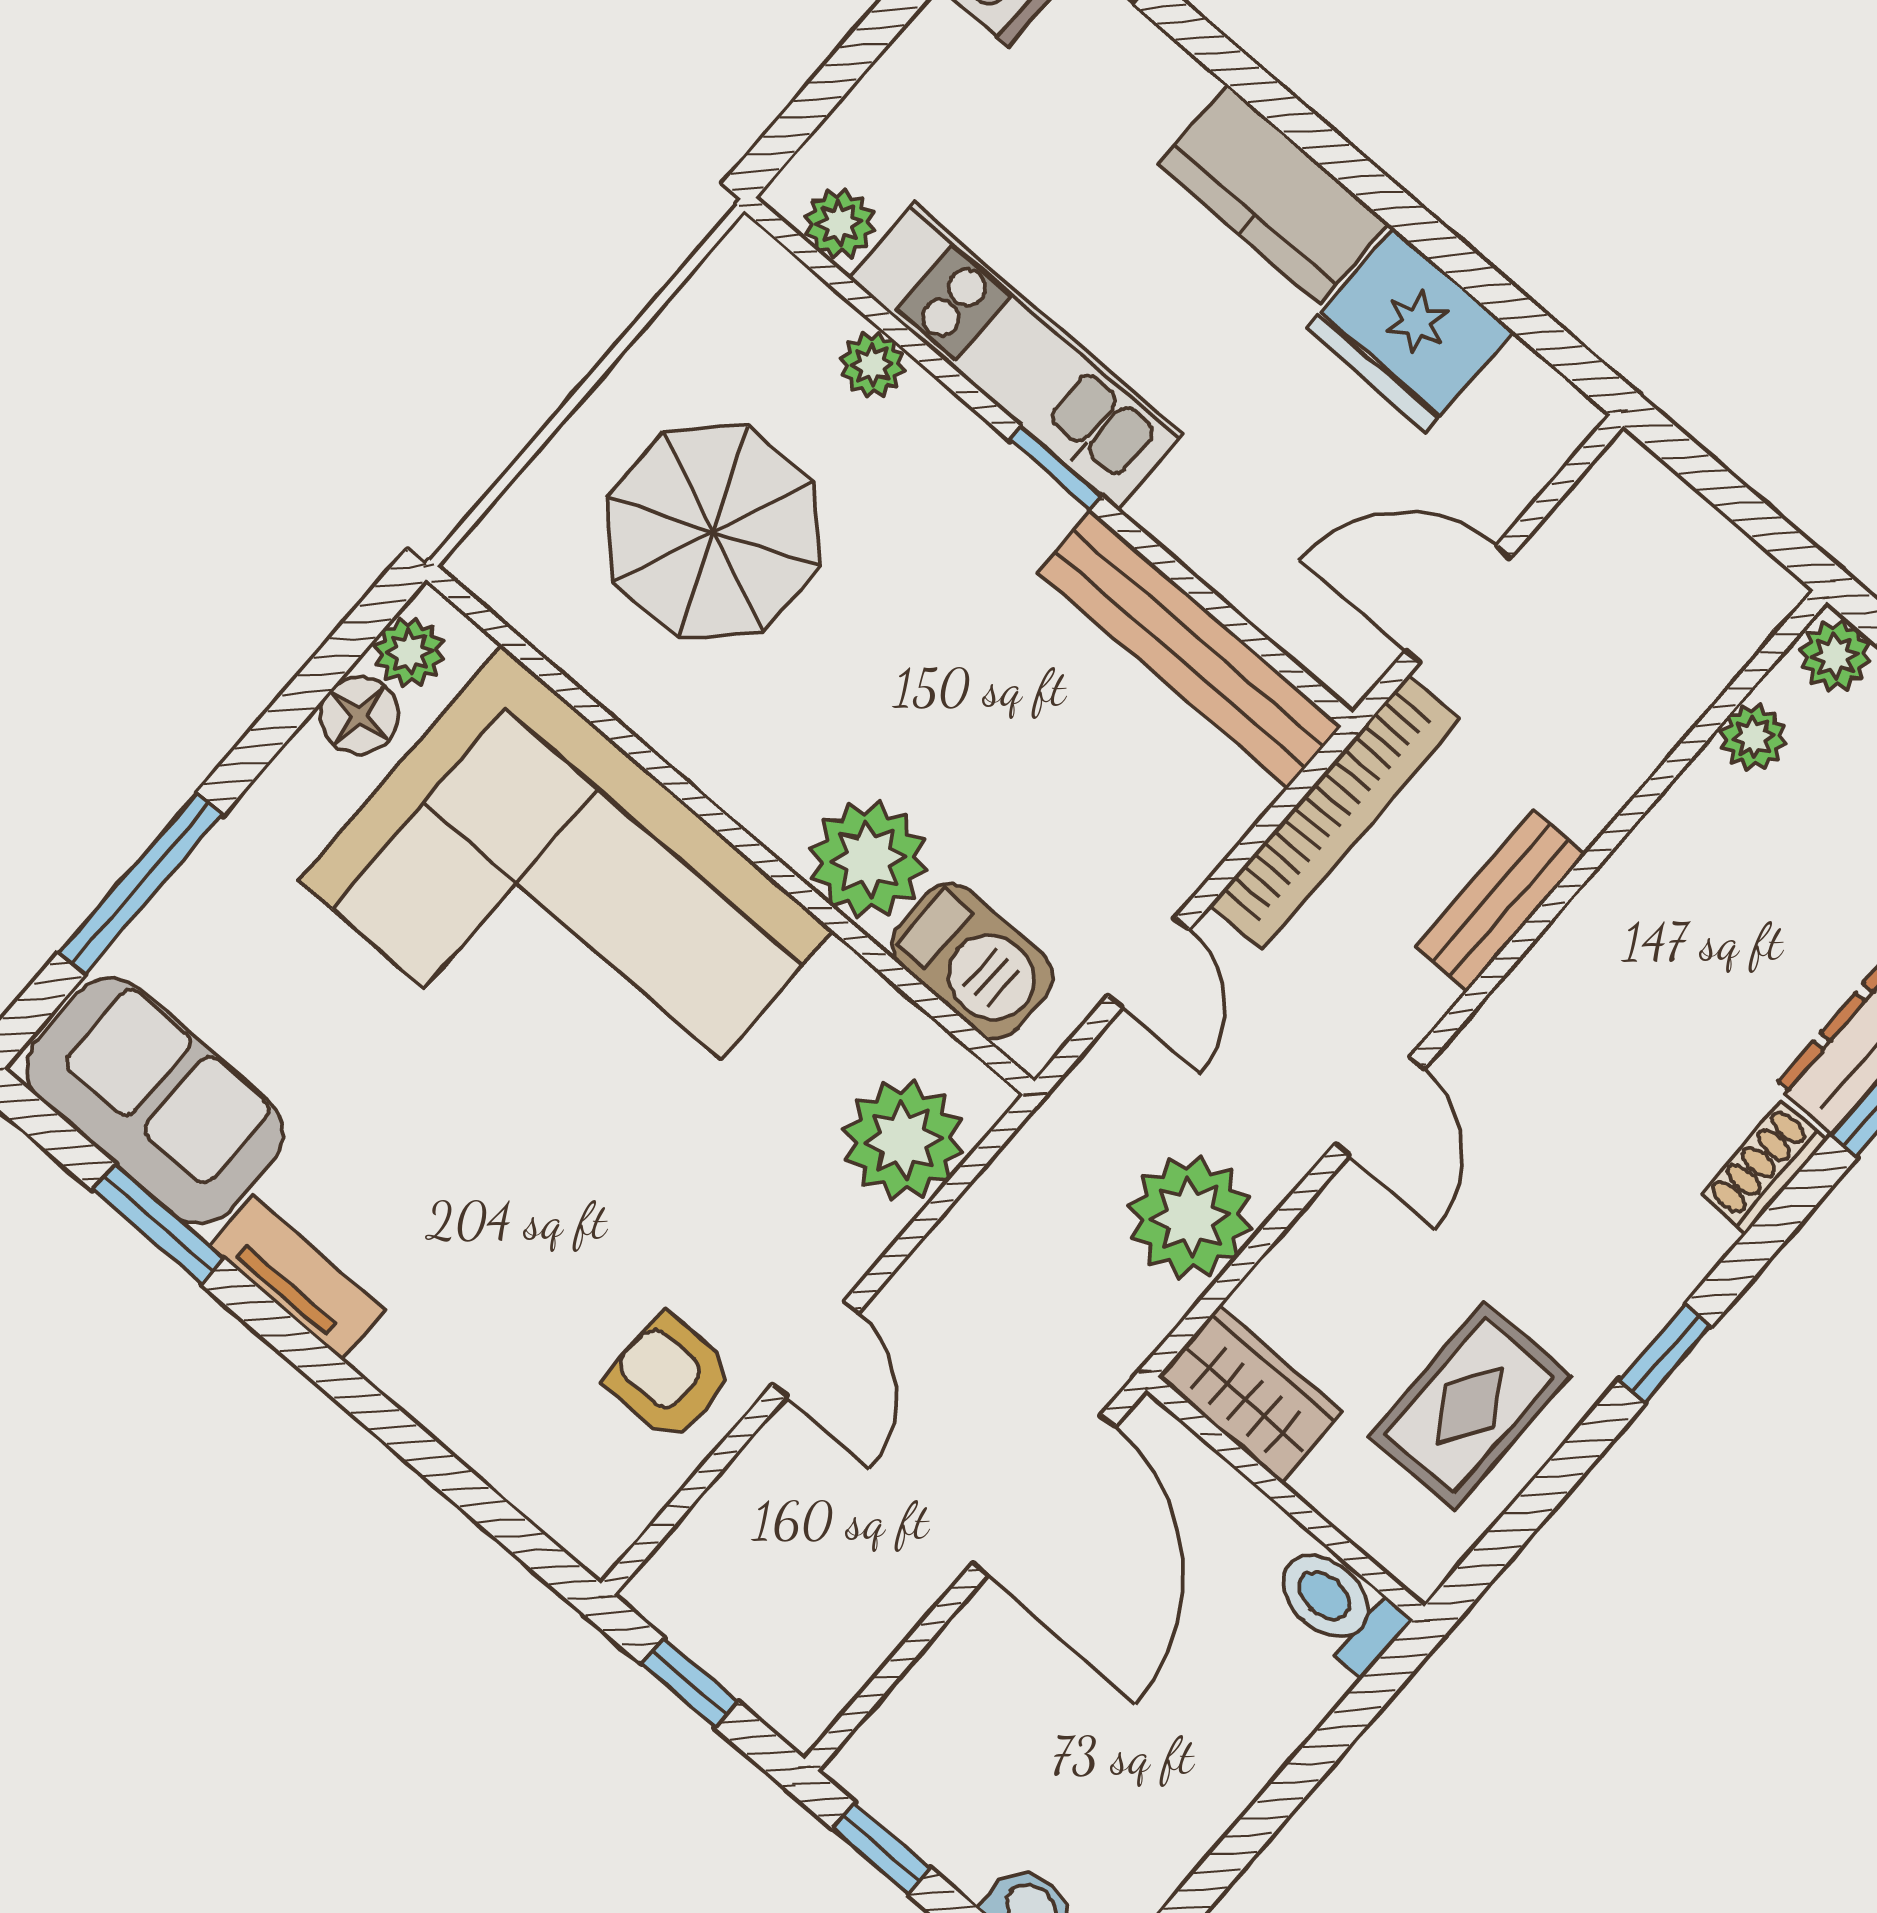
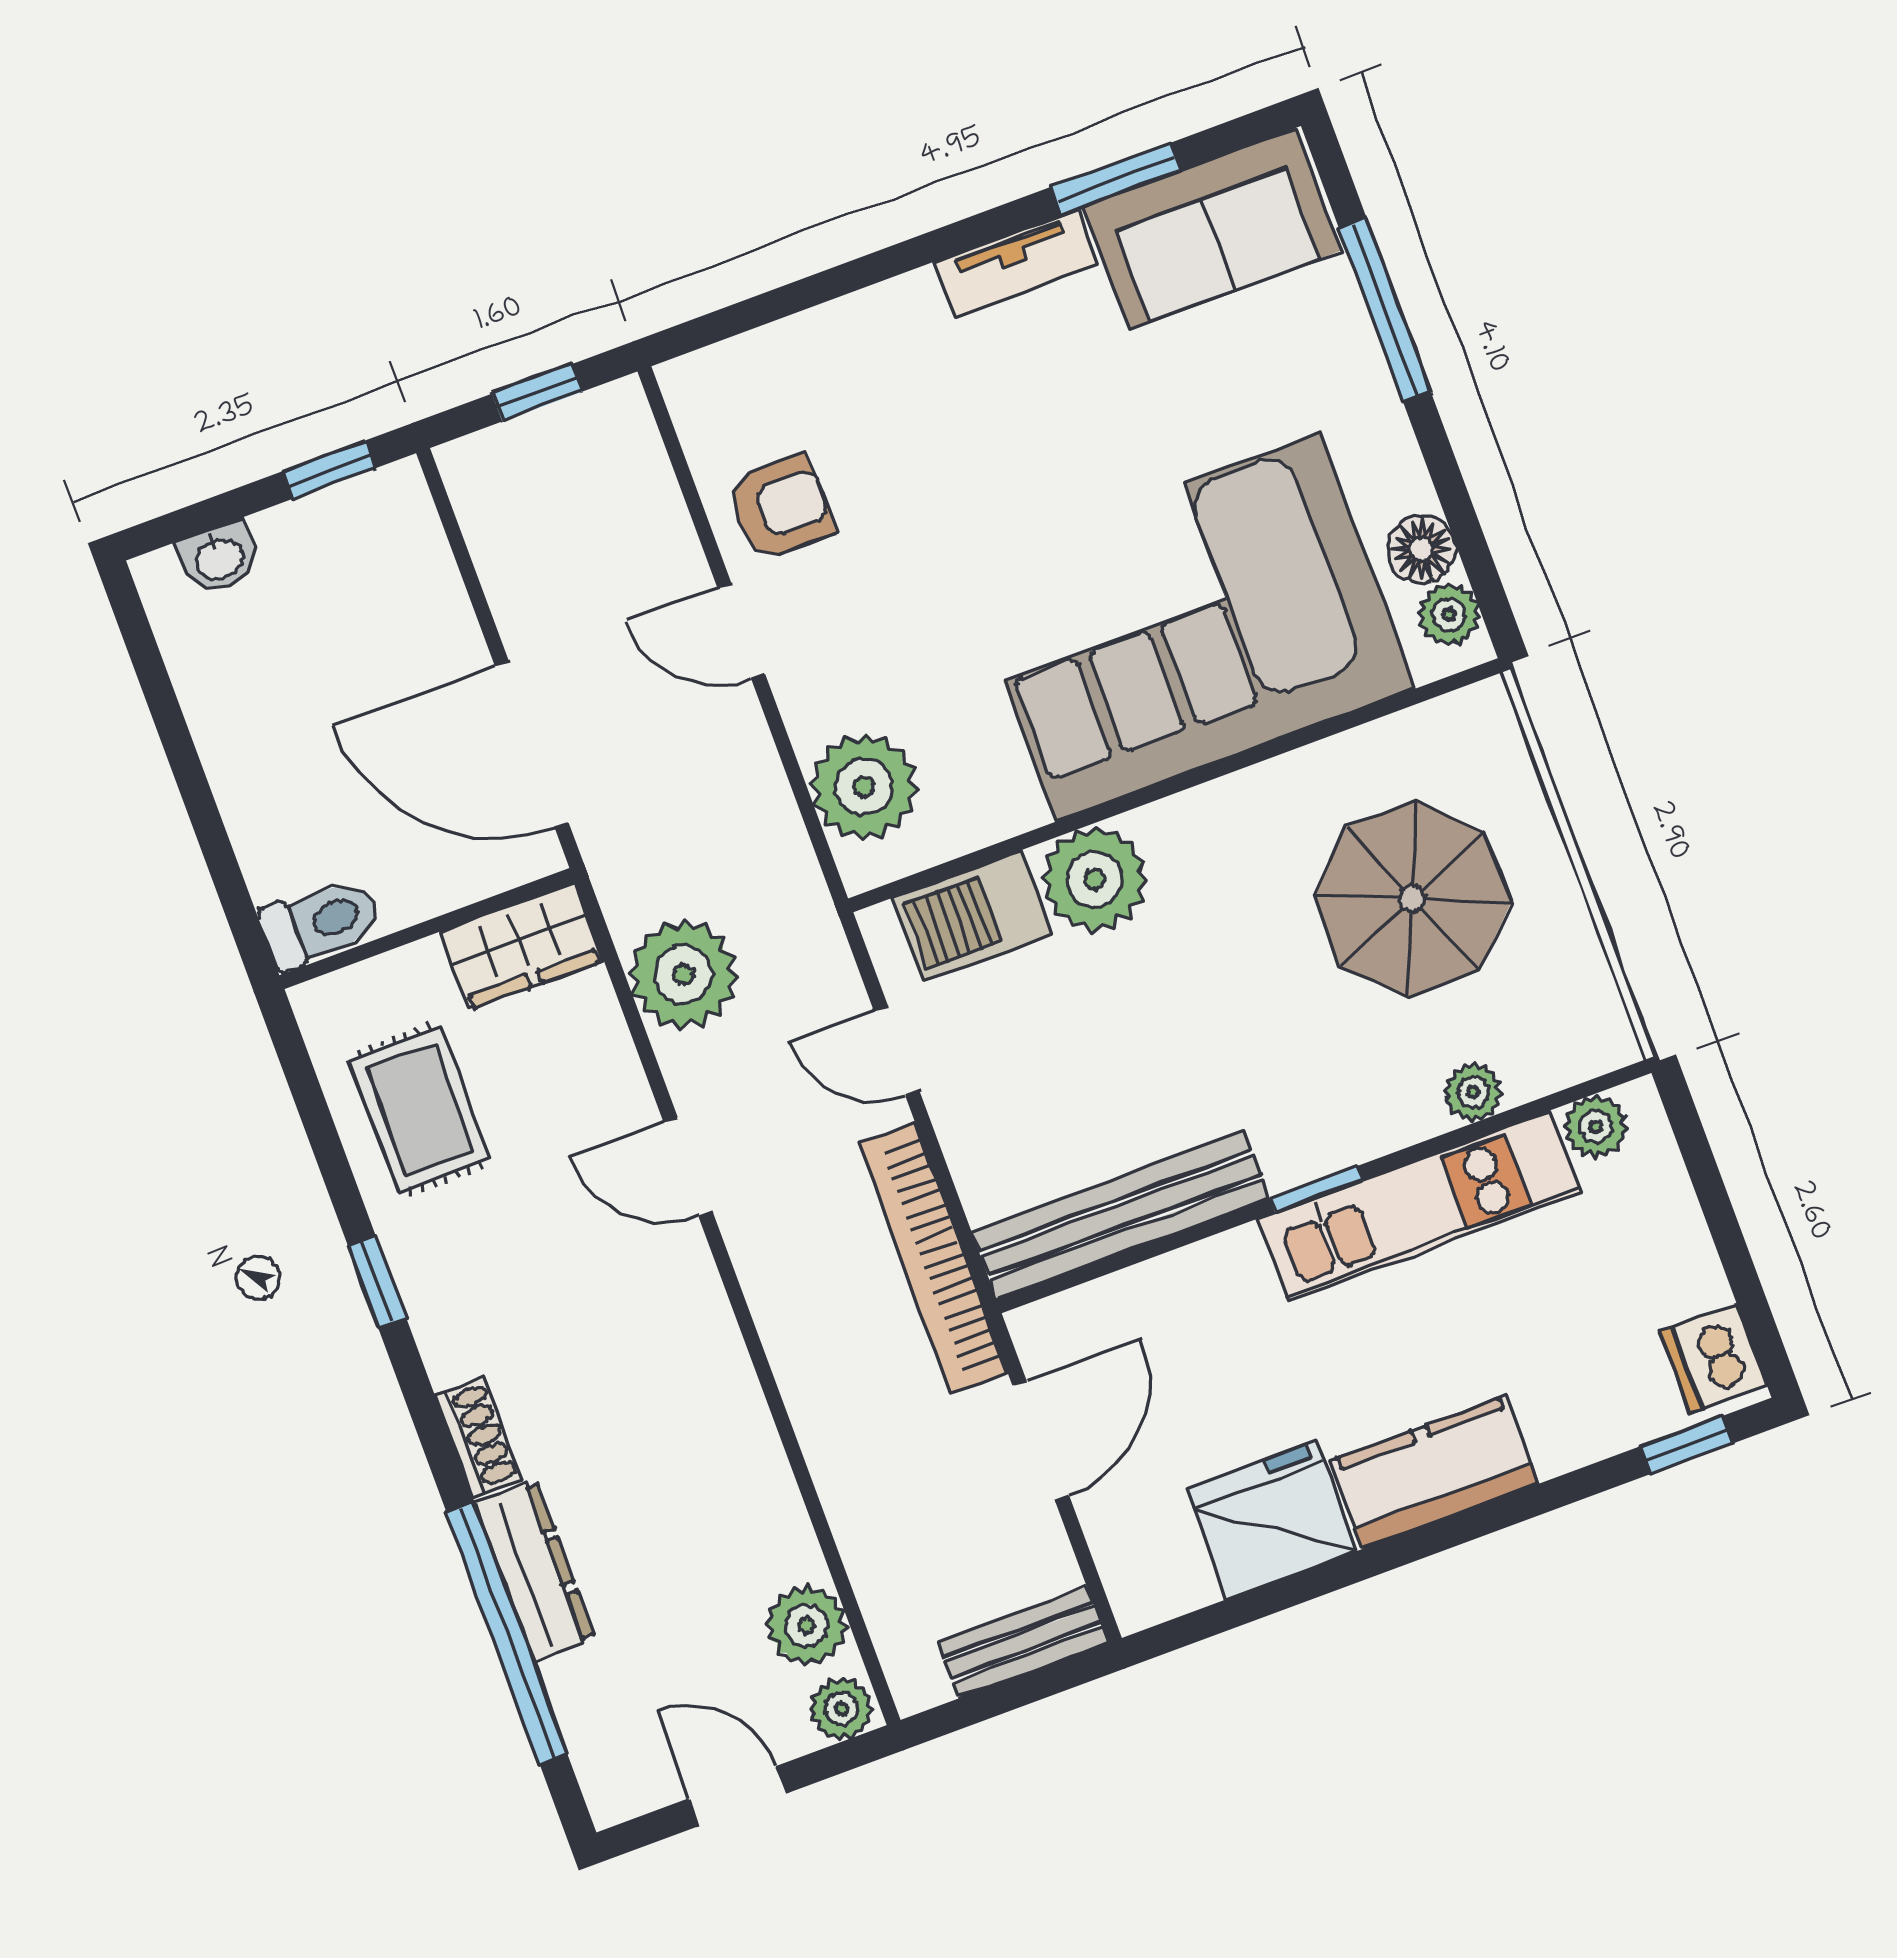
plant: (1753, 737) -> (807, 1625), width x1.38, depth x1.38
bench: (1500, 900) -> (1023, 1642), moved, turned 90

